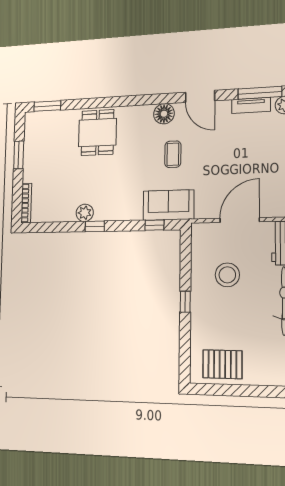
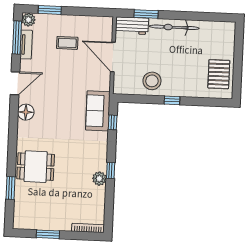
window: (47, 106) -> (10, 188), moved
coffee table: (173, 154) -> (67, 43), moved
stool: (227, 275) -> (152, 81), moved

